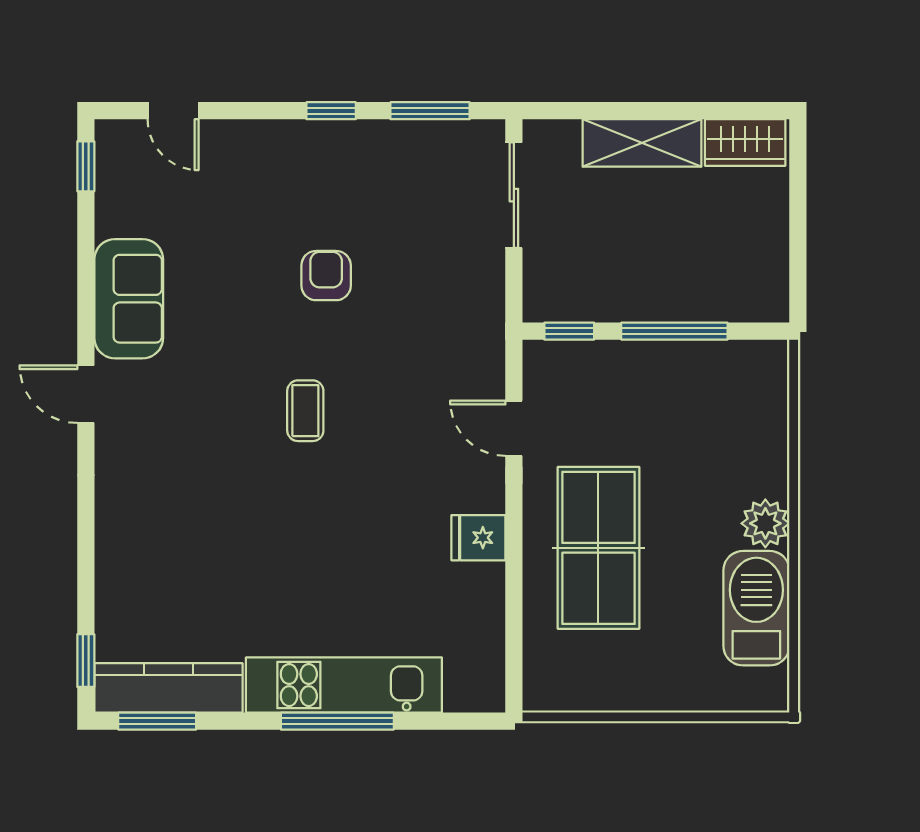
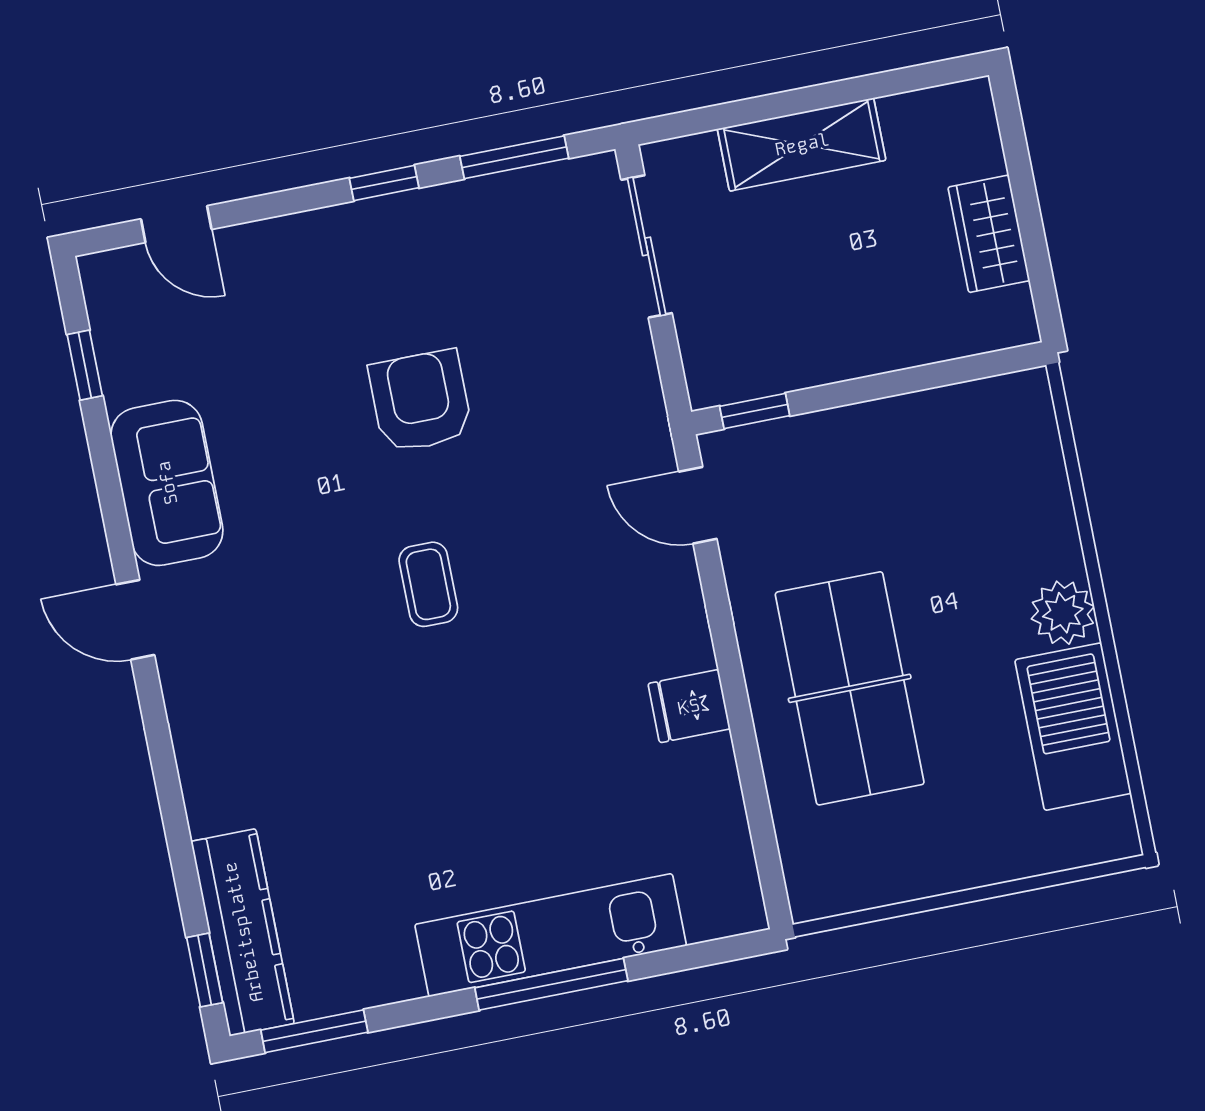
wardrobe: (745, 142) -> (989, 234), moved, turned 90
window: (86, 166) -> (85, 365), moved
armchair: (326, 276) -> (420, 401), width x1.38, depth x1.38
window: (674, 331) -> (893, 384), removed
door: (514, 428) -> (698, 505), moved
kitchen counter: (168, 688) -> (243, 932), moved, turned 90

